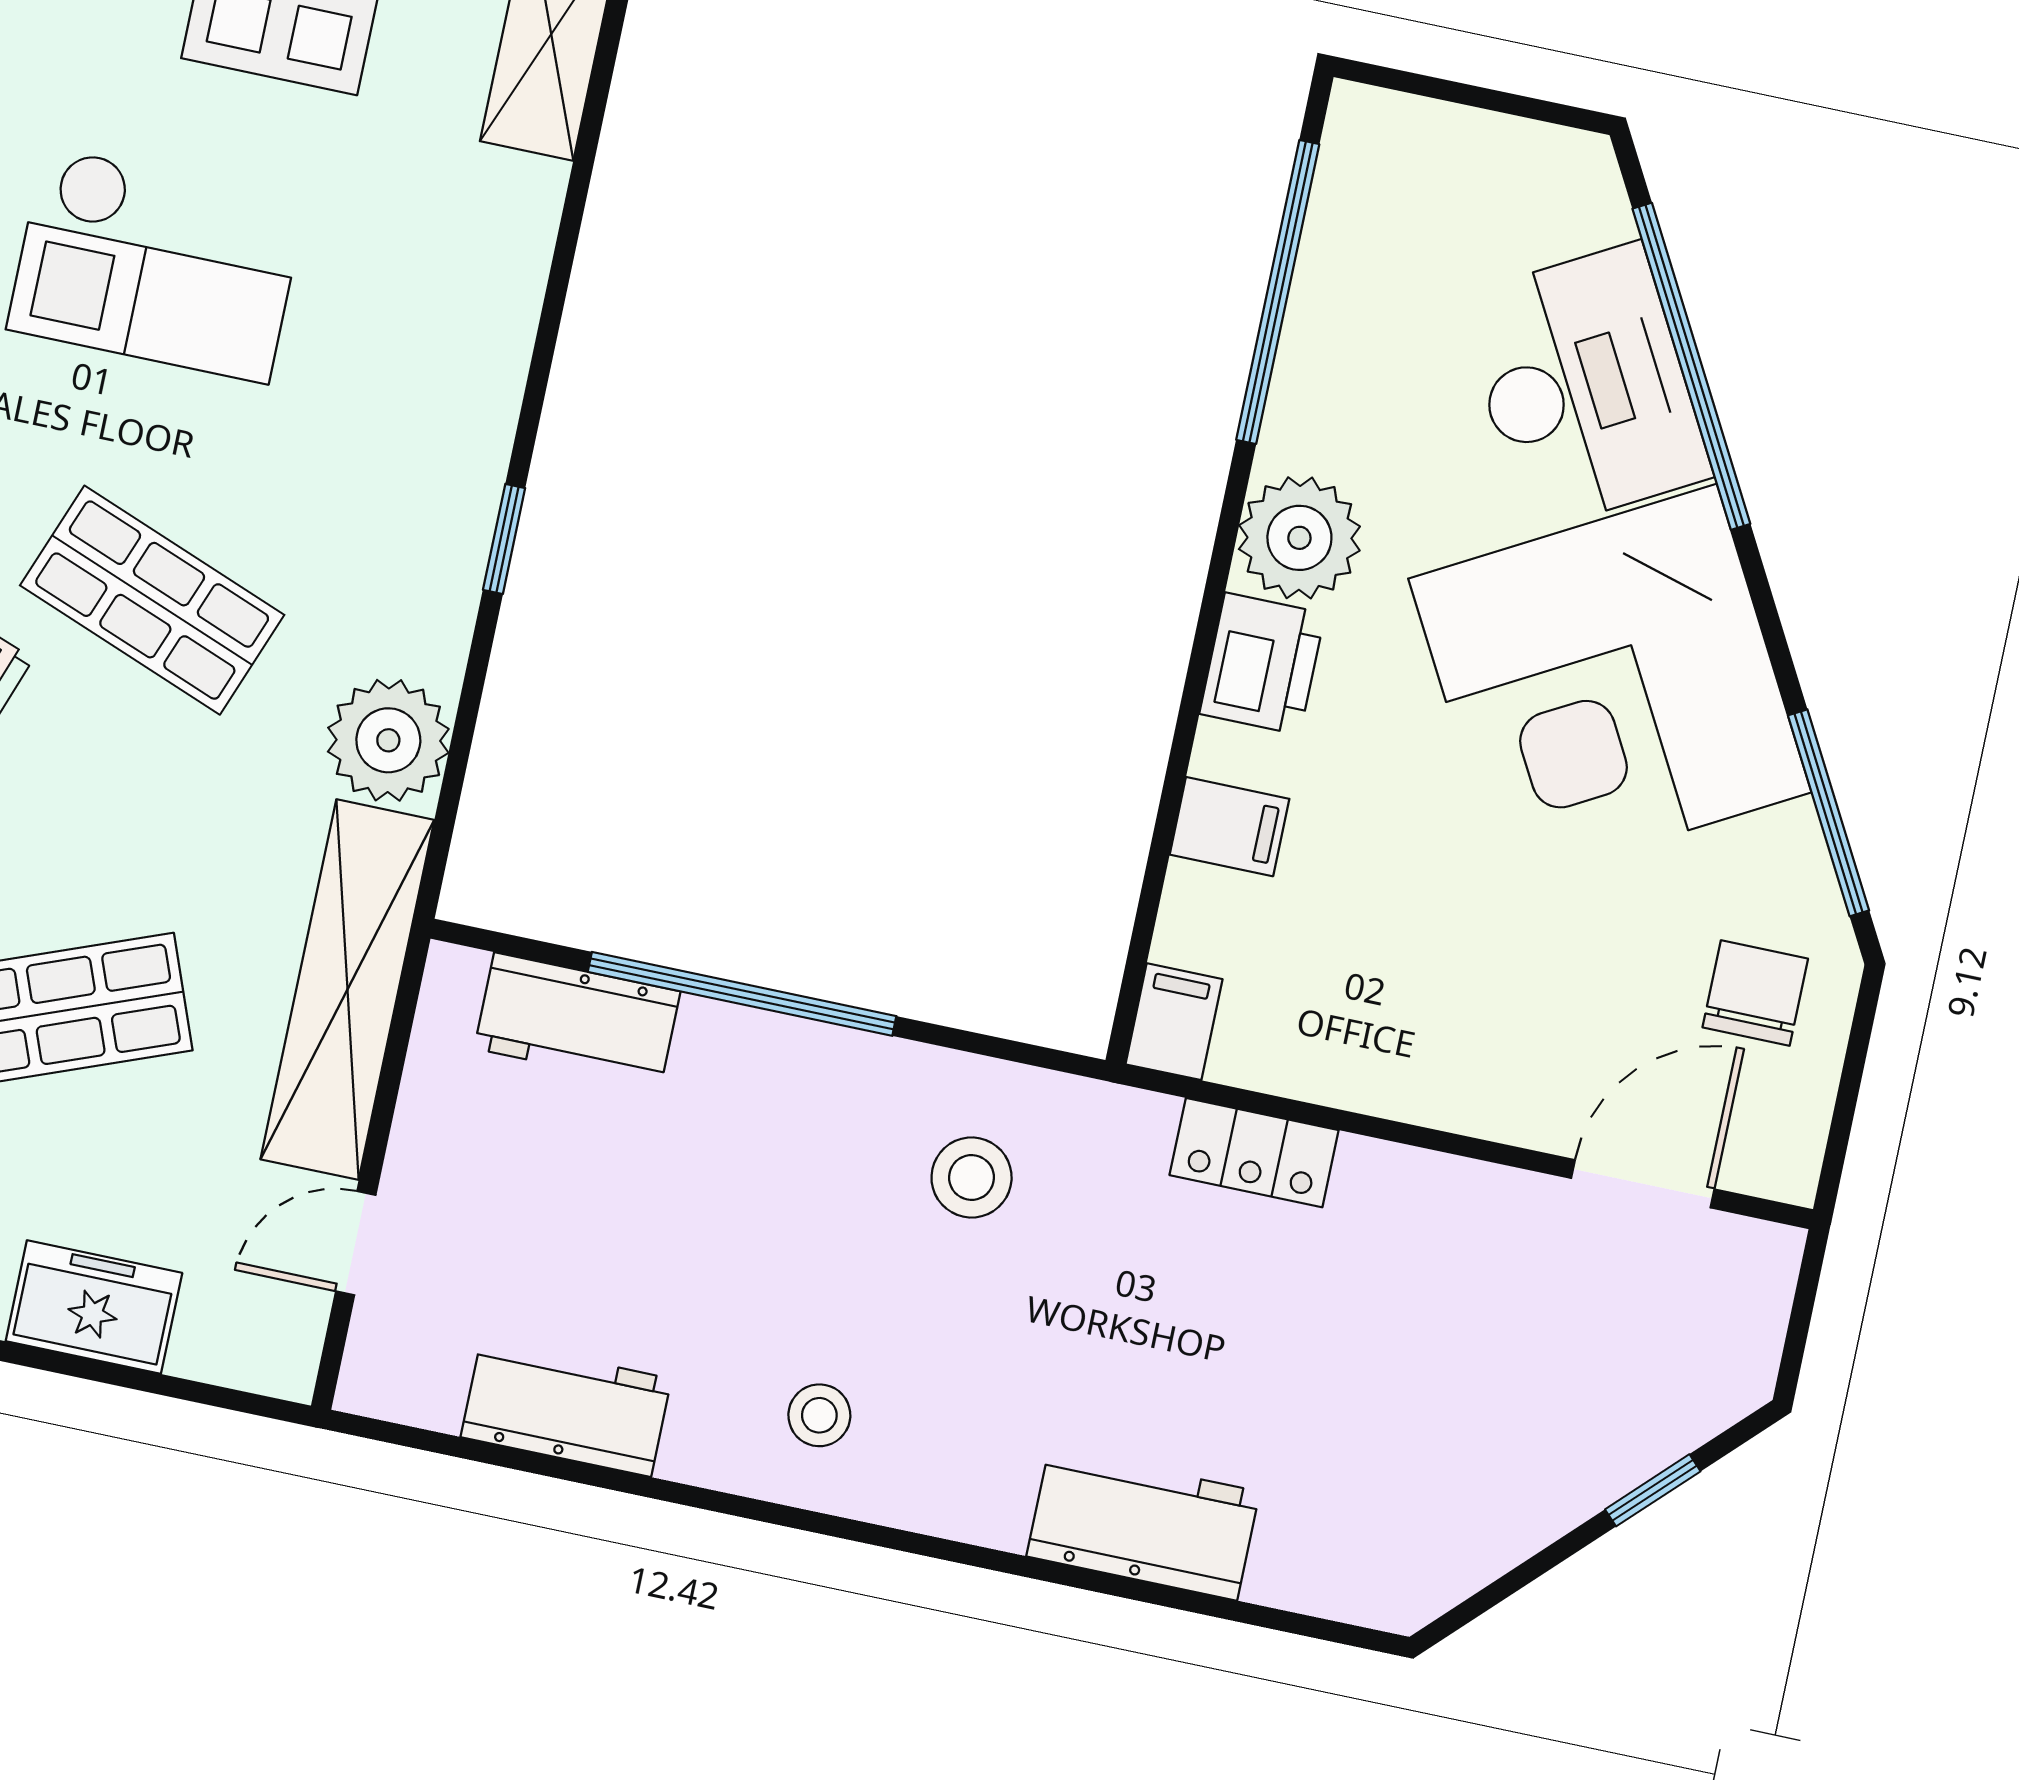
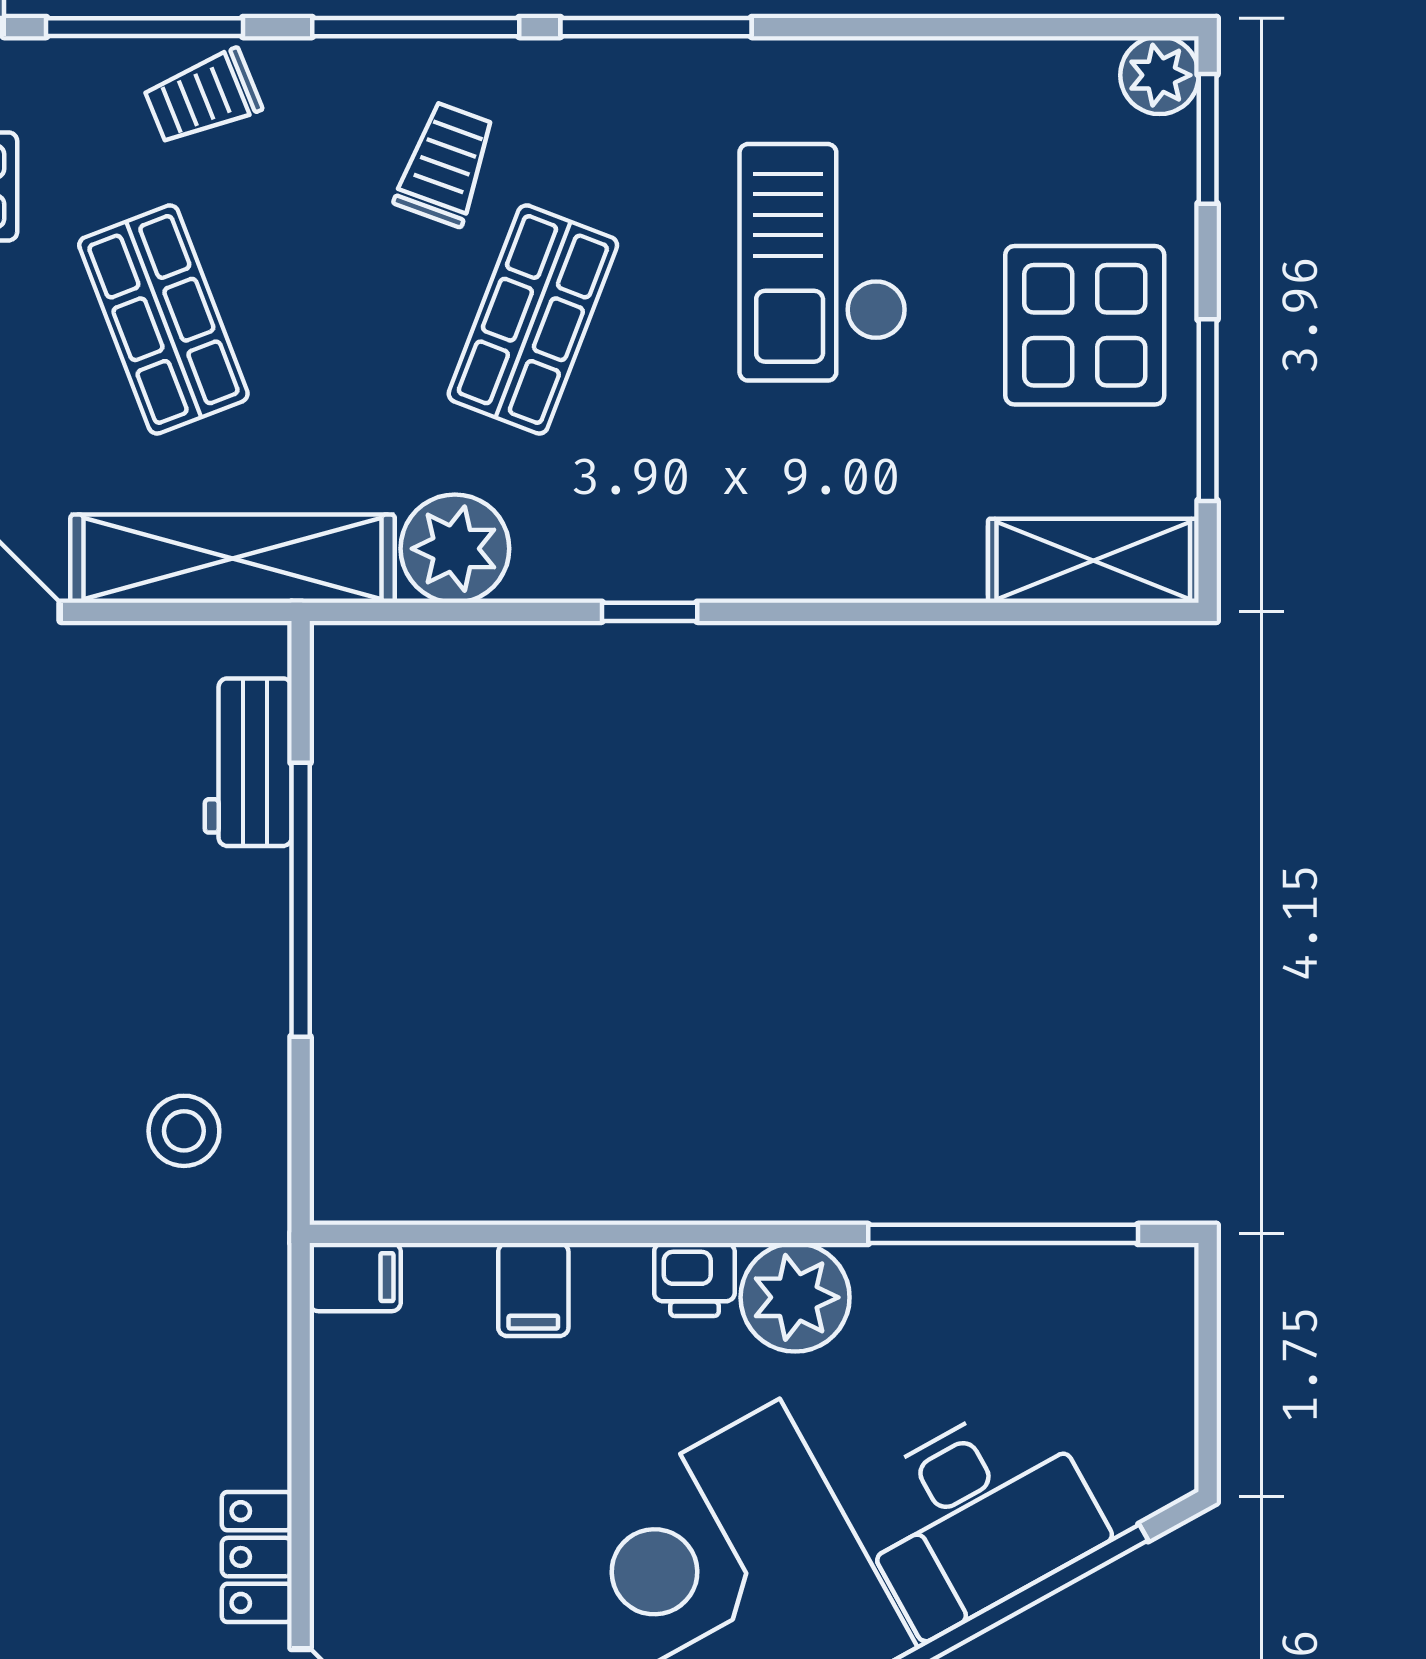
printer: (1262, 664) -> (694, 1279), width x0.73, depth x0.81
locker: (1254, 1153) -> (257, 1557), moved

